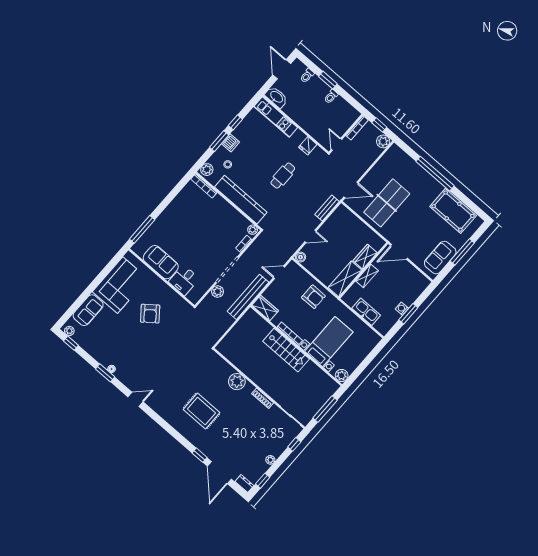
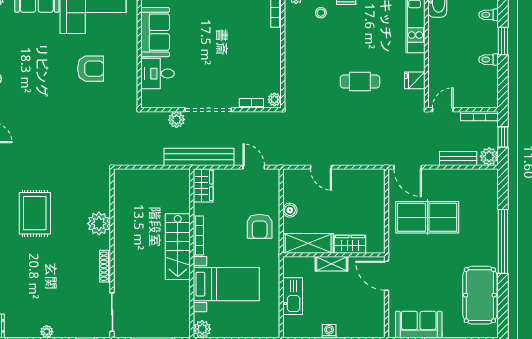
kitchen counter: (241, 200) -> (295, 59), removed
bench: (327, 208) -> (458, 158), moved
boiler: (301, 257) -> (290, 210), moved
armchair: (150, 314) -> (91, 69), turned -142

